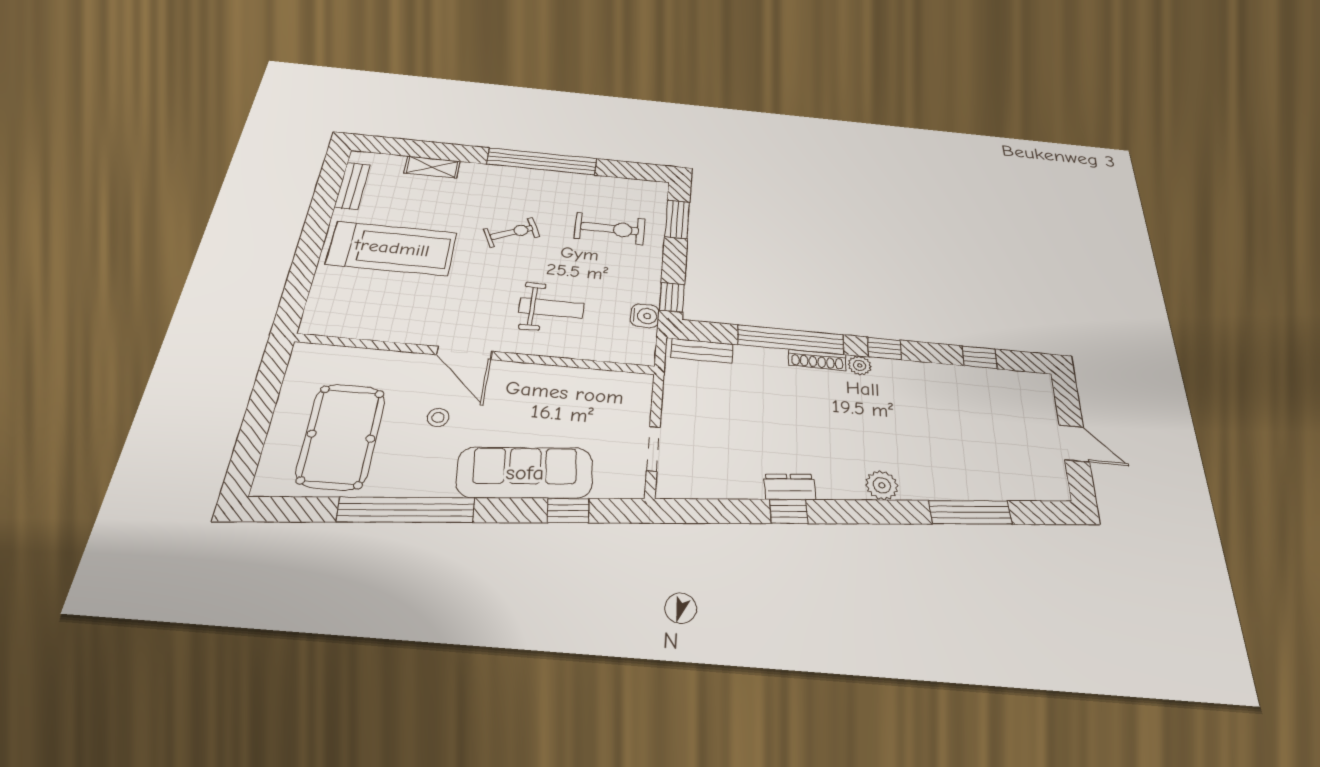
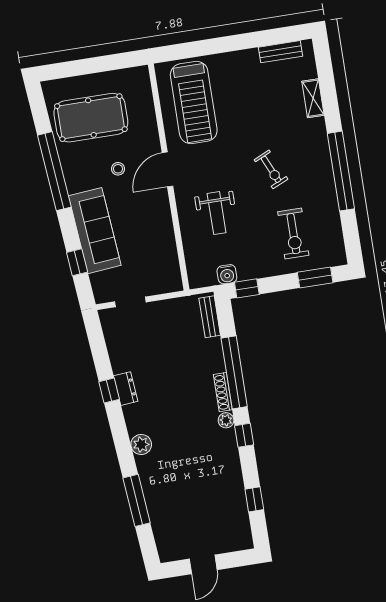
treadmill: (392, 248) -> (194, 103), moved

